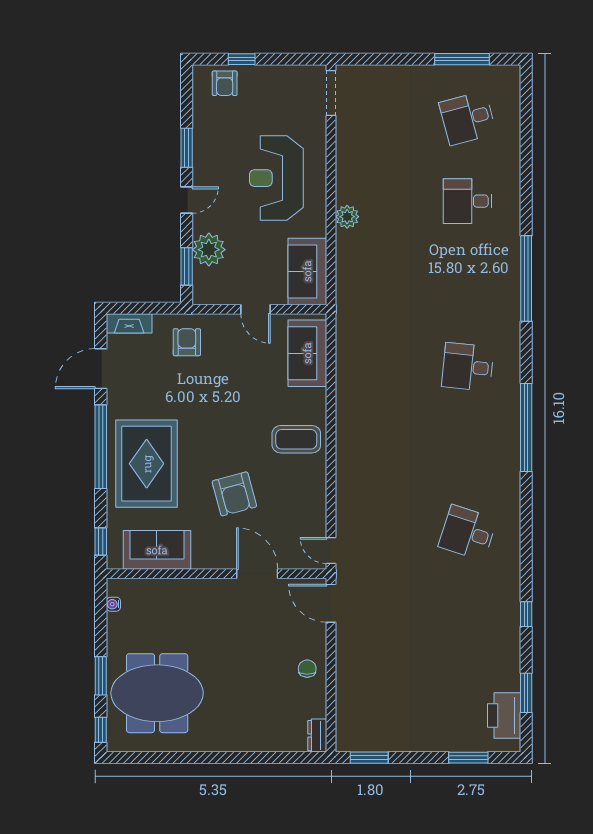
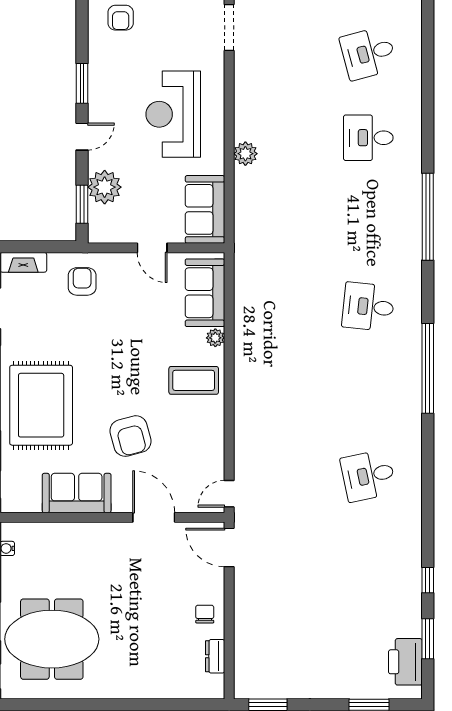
plant: (318, 397) -> (215, 338), added
desk: (468, 533) -> (368, 476), turned -30
sofa: (157, 550) -> (77, 493), moved
door: (331, 551) -> (229, 494), hinge flipped
window: (526, 614) -> (428, 580), moved
dresser: (317, 736) -> (215, 656), moved

